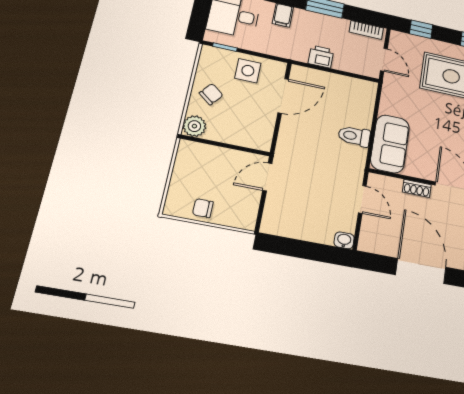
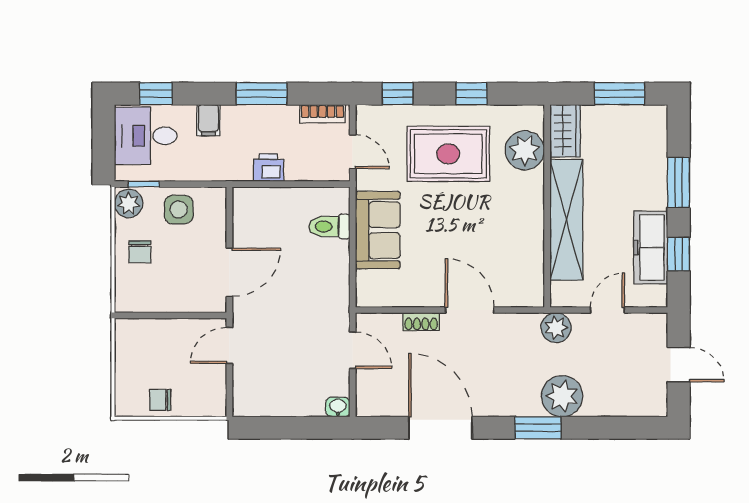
chair: (211, 94) -> (140, 252), turned 142
door: (283, 96) -> (229, 272), moved
plant: (194, 126) -> (129, 203), moved
toilet: (354, 136) -> (329, 227), moved
sofa: (390, 144) -> (378, 230), moved

